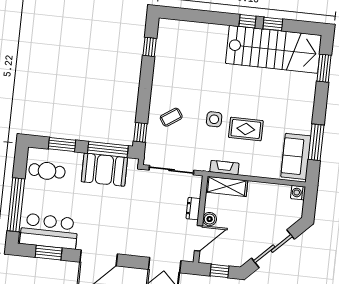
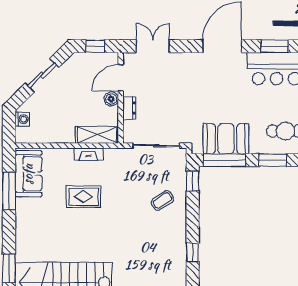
window: (150, 47) -> (193, 252), moved
side table: (214, 119) -> (118, 203), removed
fireplace: (224, 168) -> (89, 154), moved
washing machine: (298, 193) -> (22, 119), moved
sliding door: (273, 249) -> (42, 75), width x0.73

